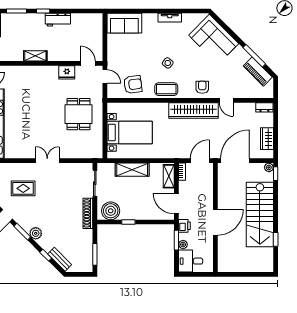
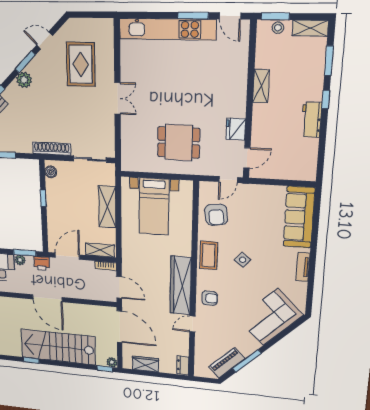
sofa: (124, 23) -> (299, 217), width x1.36
rug: (23, 188) -> (81, 64), width x1.36, depth x1.43
boiler: (111, 211) -> (51, 172), width x0.54, depth x0.54

